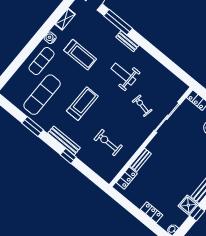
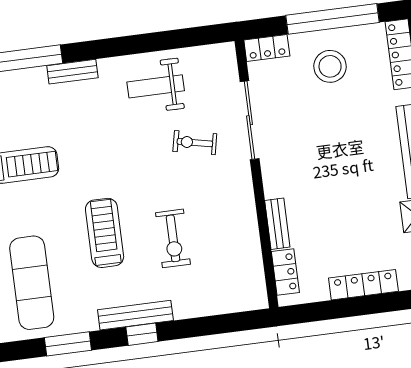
weight bench: (123, 74) -> (156, 86), moved
exercise bike: (108, 143) -> (173, 238), moved, turned -90
window: (68, 156) -> (142, 334), moved
locker: (151, 212) -> (363, 285), width x1.53

